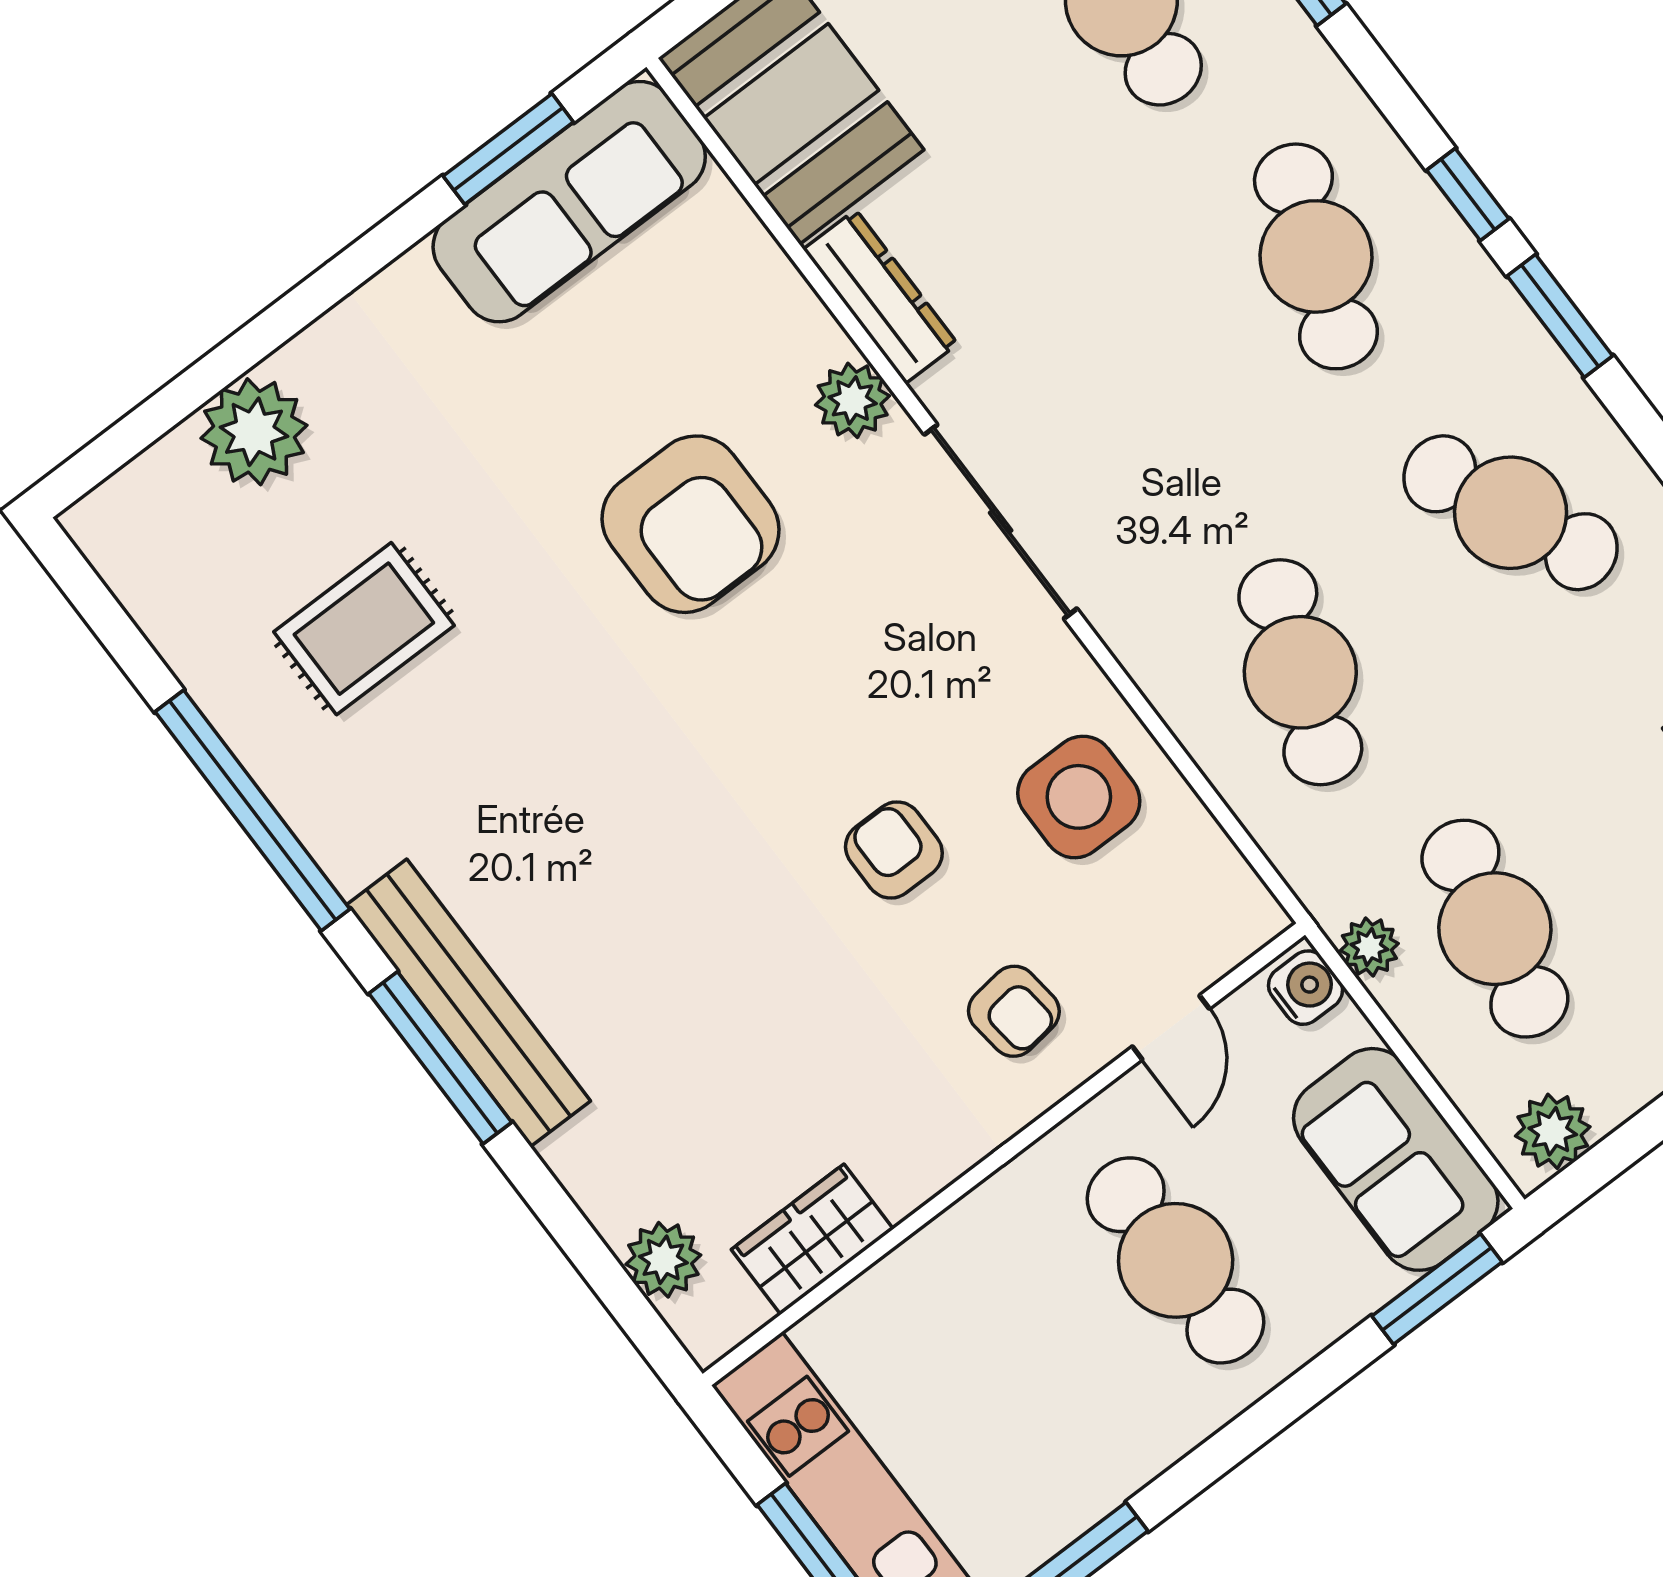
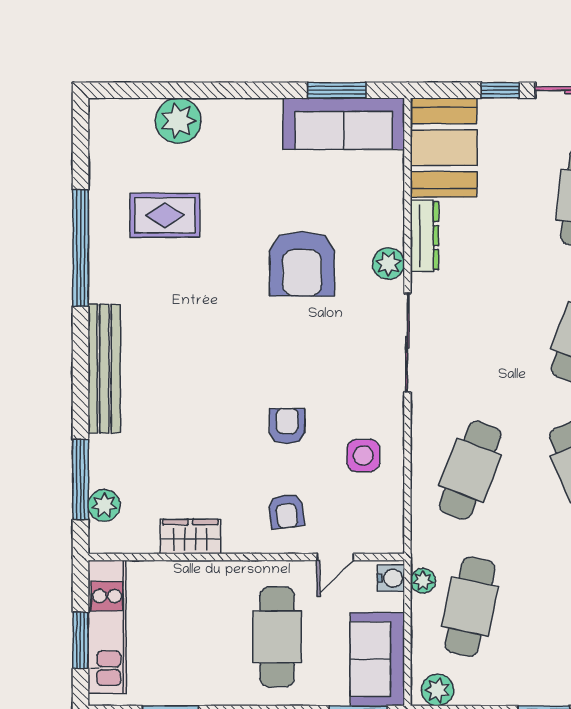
side table: (1079, 797) -> (363, 456), width x0.73, depth x0.73
window: (440, 1058) -> (81, 480), moved
wardrobe: (812, 1239) -> (190, 537), moved

